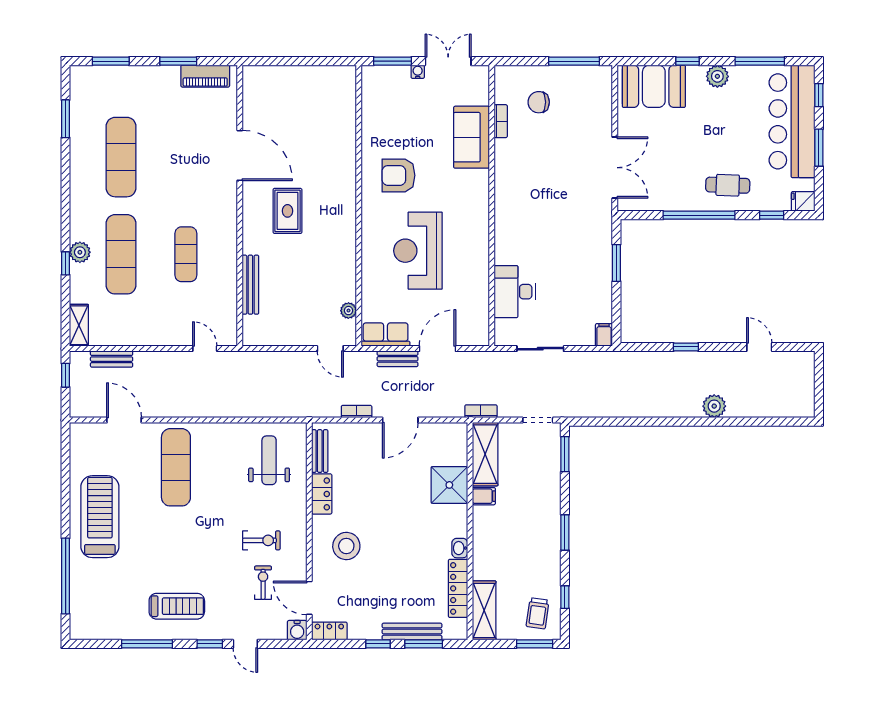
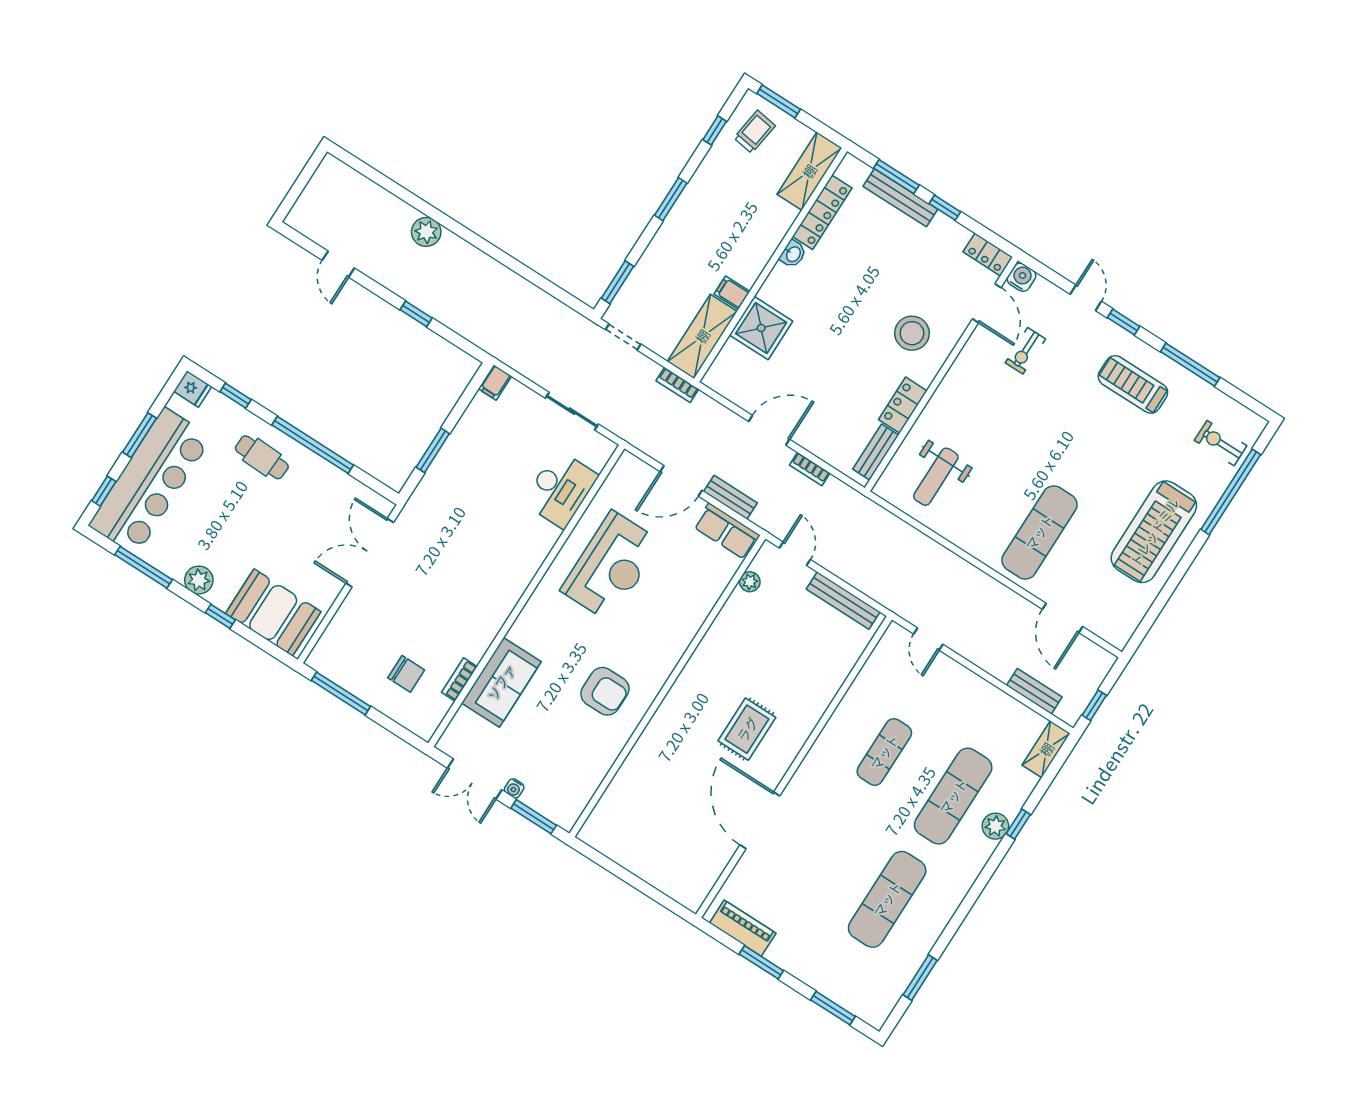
reception desk: (418, 251) -> (611, 566), moved
bench: (250, 285) -> (843, 601), moved, turned 90
exercise bike: (261, 540) -> (1221, 443), moved

